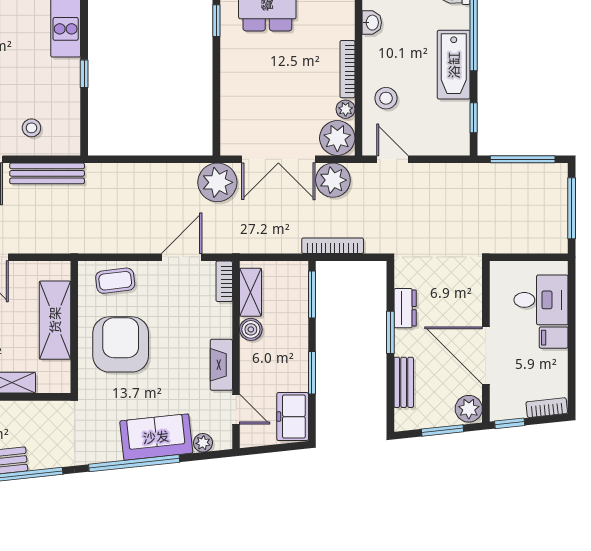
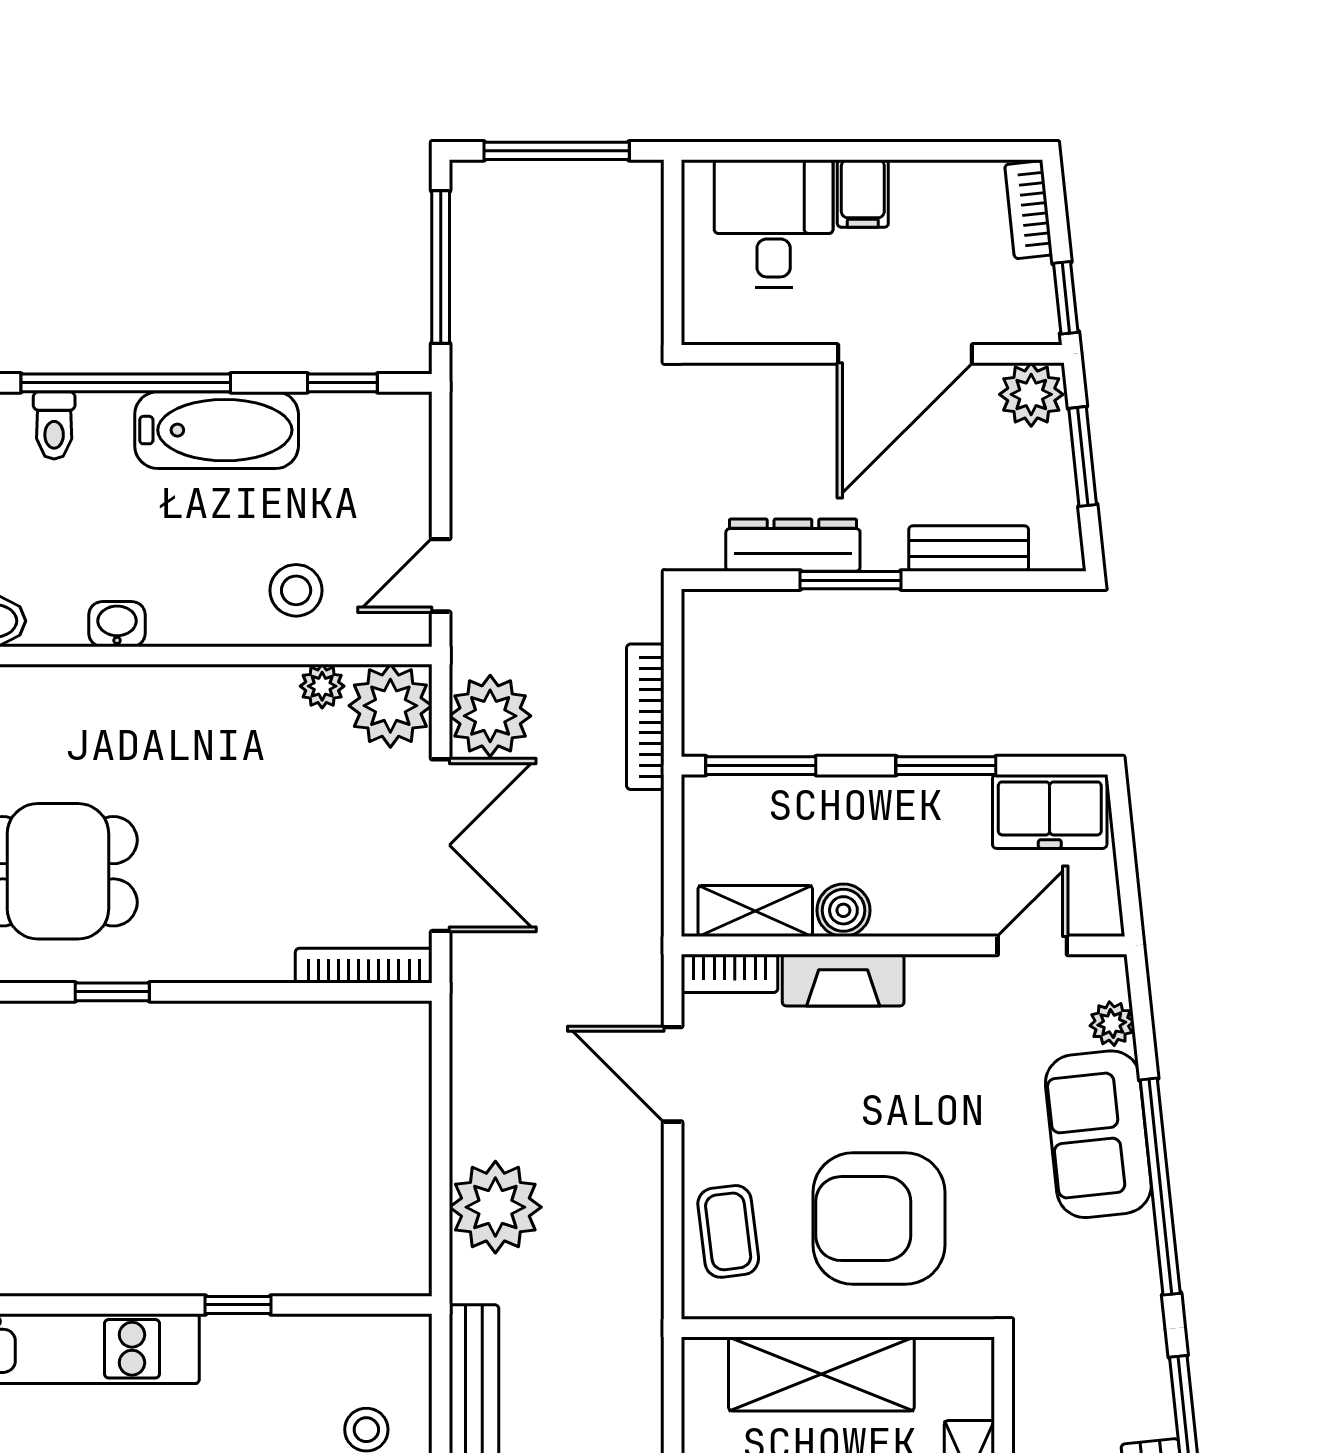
bookcase: (347, 69) -> (364, 966), moved, turned 180
plant: (217, 182) -> (495, 1207), moved
dresser: (405, 308) -> (793, 545), width x1.44
fireplace: (221, 365) -> (843, 980), moved

